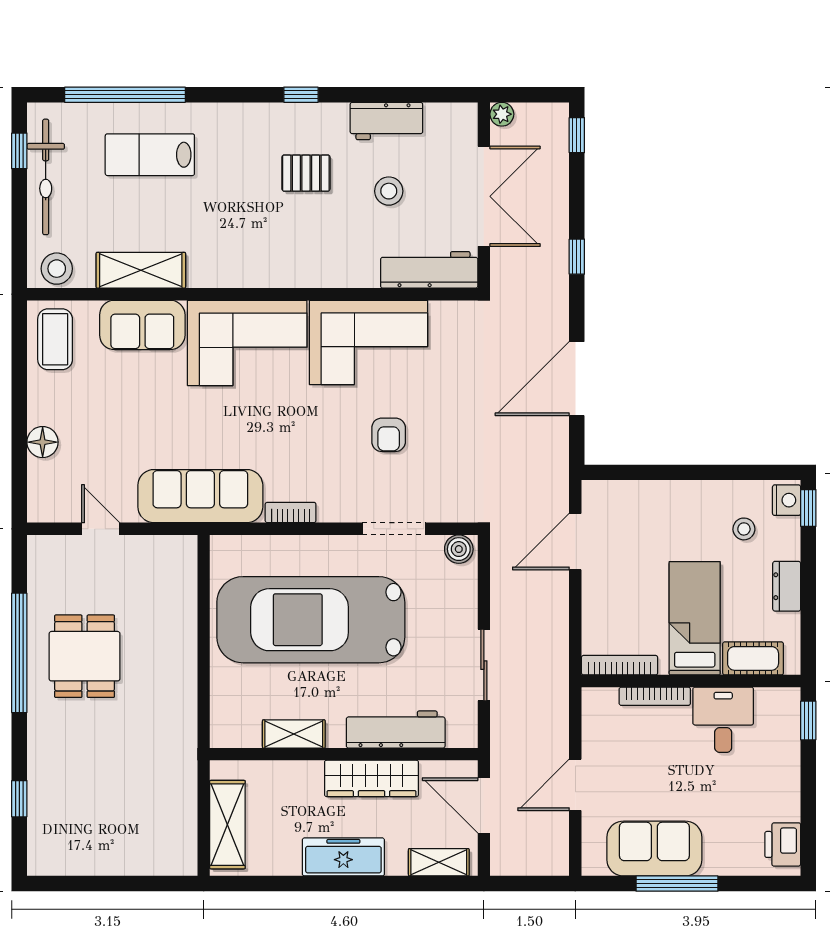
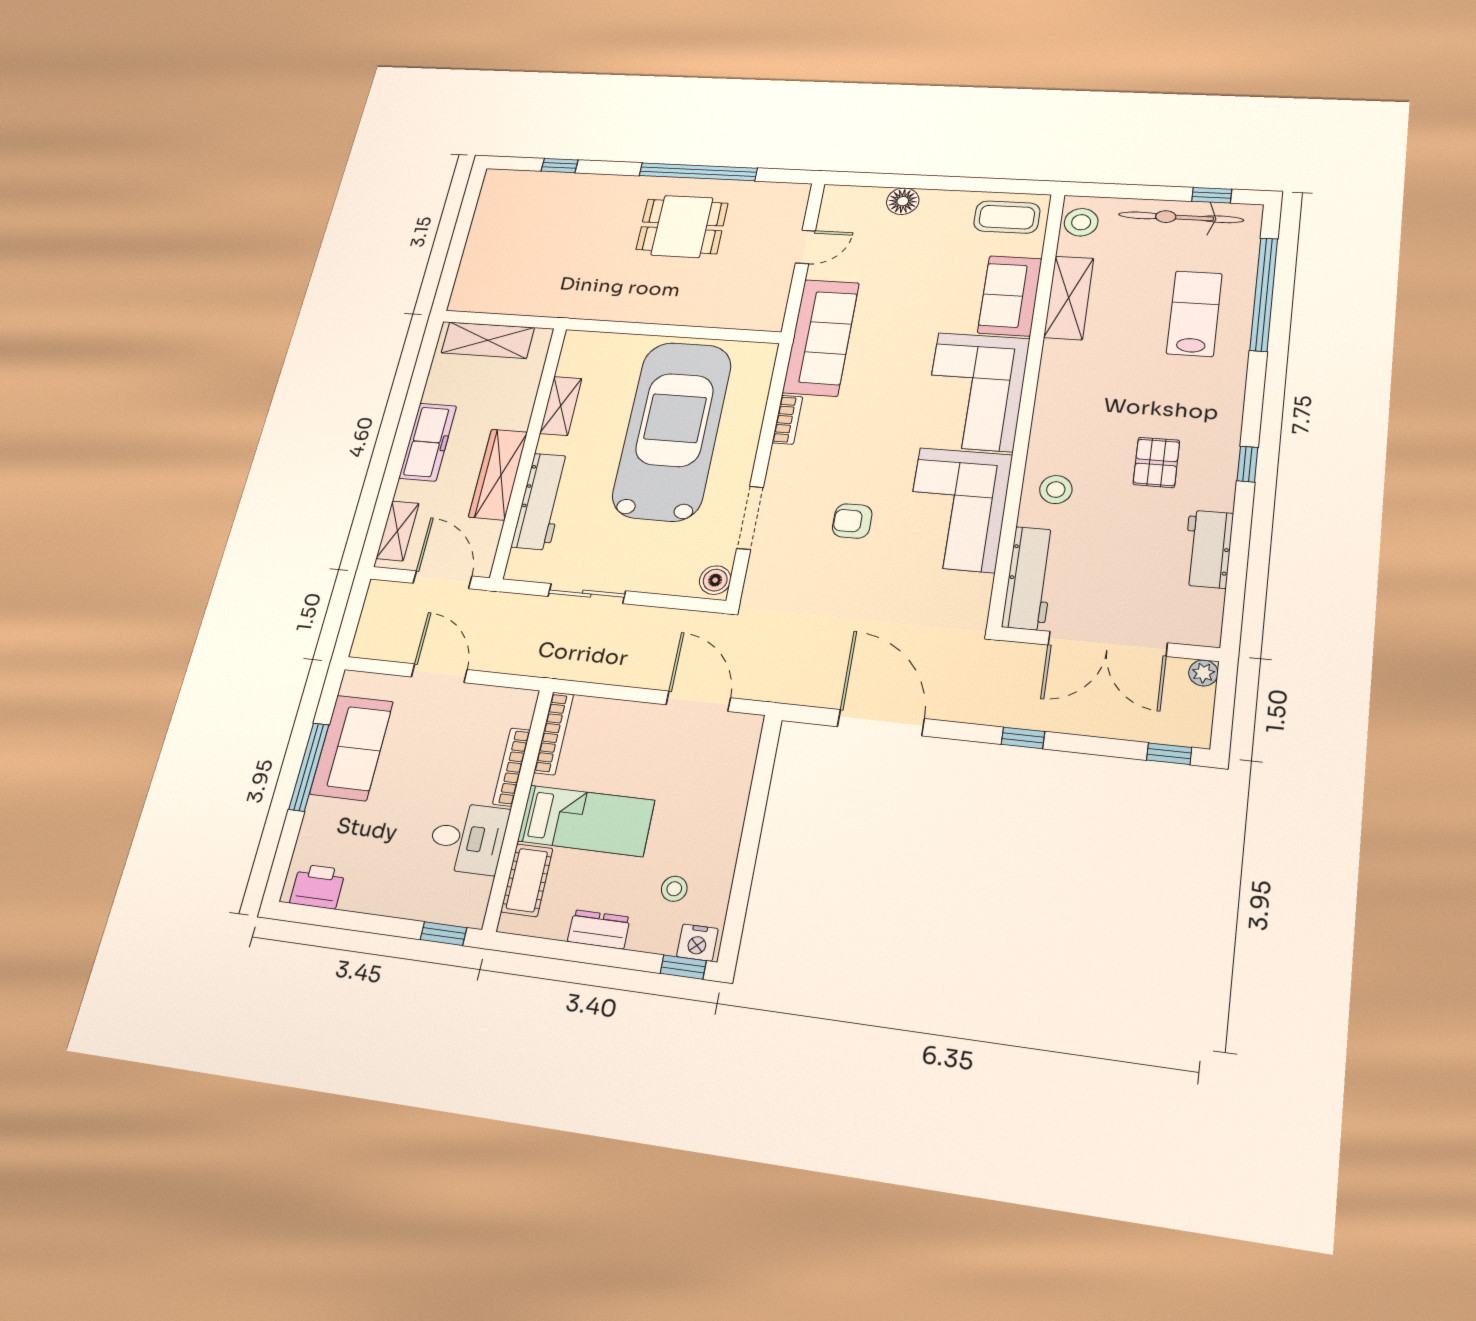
stool: (389, 191) -> (1056, 490), moved
door: (484, 806) -> (442, 580), hinge flipped

